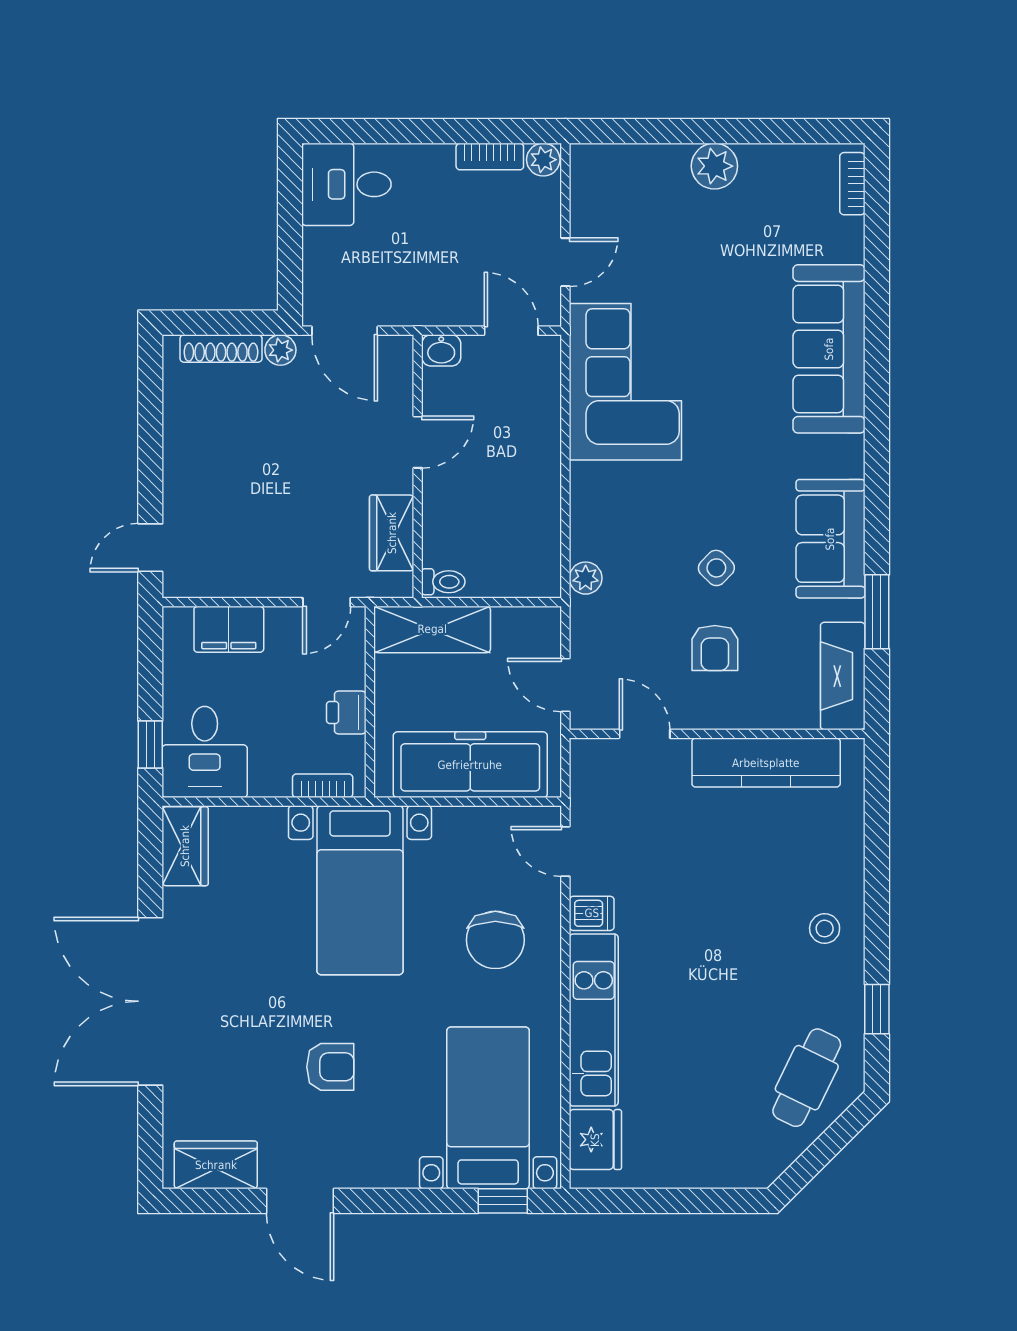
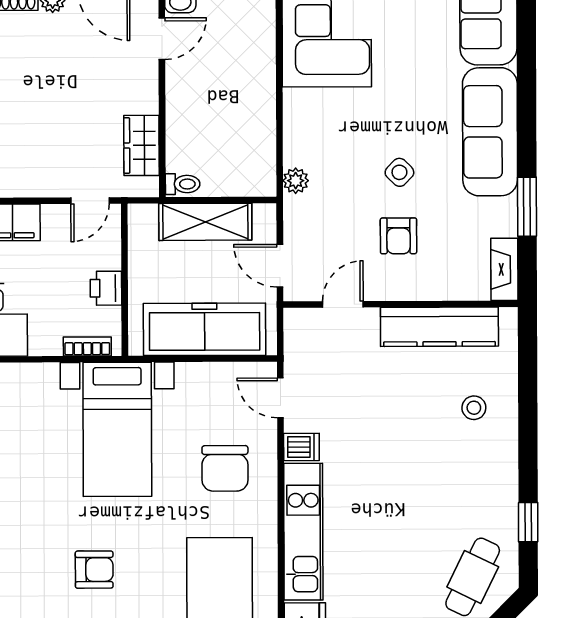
door: (418, 442) -> (162, 39), moved
sofa: (830, 539) -> (490, 132), width x1.36
shelving: (432, 629) -> (205, 222), moved
fireplace: (843, 676) -> (504, 269), width x0.73, depth x0.76
door: (645, 734) -> (343, 304), hinge flipped
stool: (825, 929) -> (474, 408), moved

